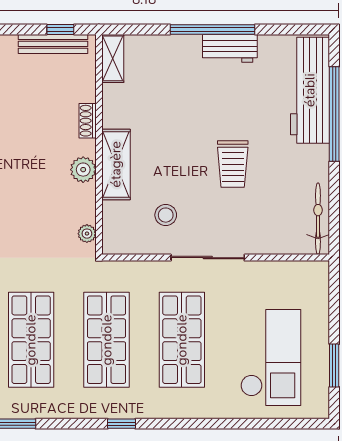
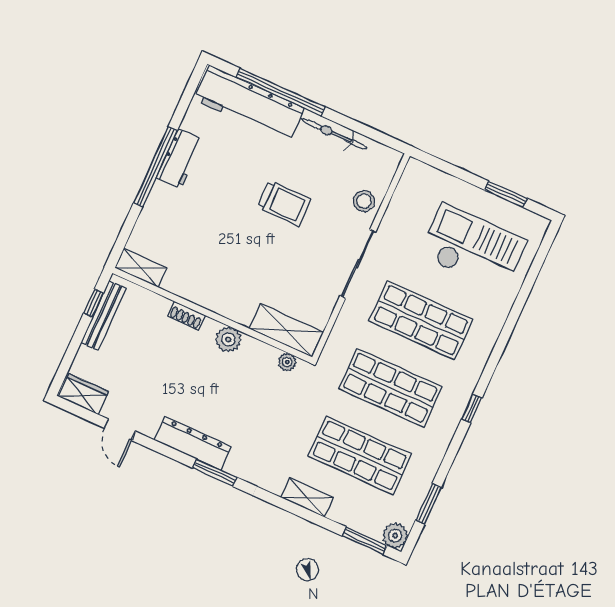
shelving: (116, 164) -> (286, 330), moved
stool: (166, 215) -> (364, 201), moved
bicycle: (318, 219) -> (334, 134), moved

